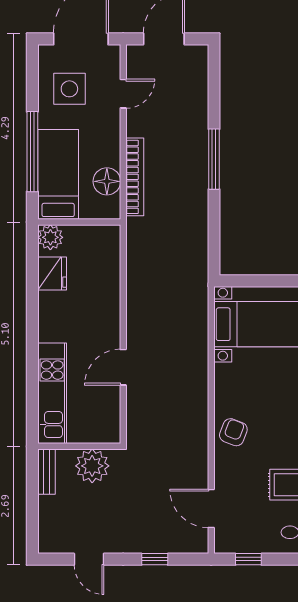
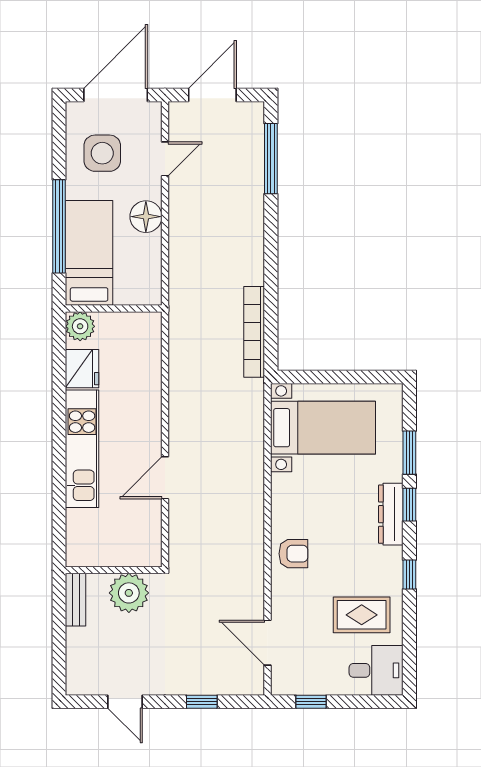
window: (214, 159) -> (271, 159), moved
bookcase: (135, 177) -> (254, 332), moved, turned 180
floor lamp: (107, 181) -> (146, 217), moved
kitchen unit: (52, 393) -> (82, 449), moved
armchair: (233, 432) -> (293, 554), turned 69

